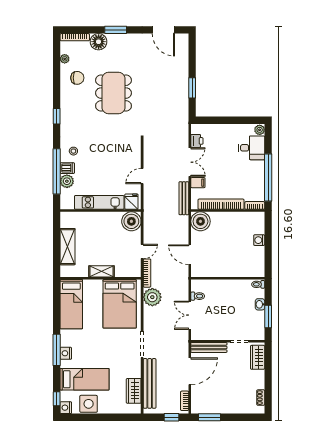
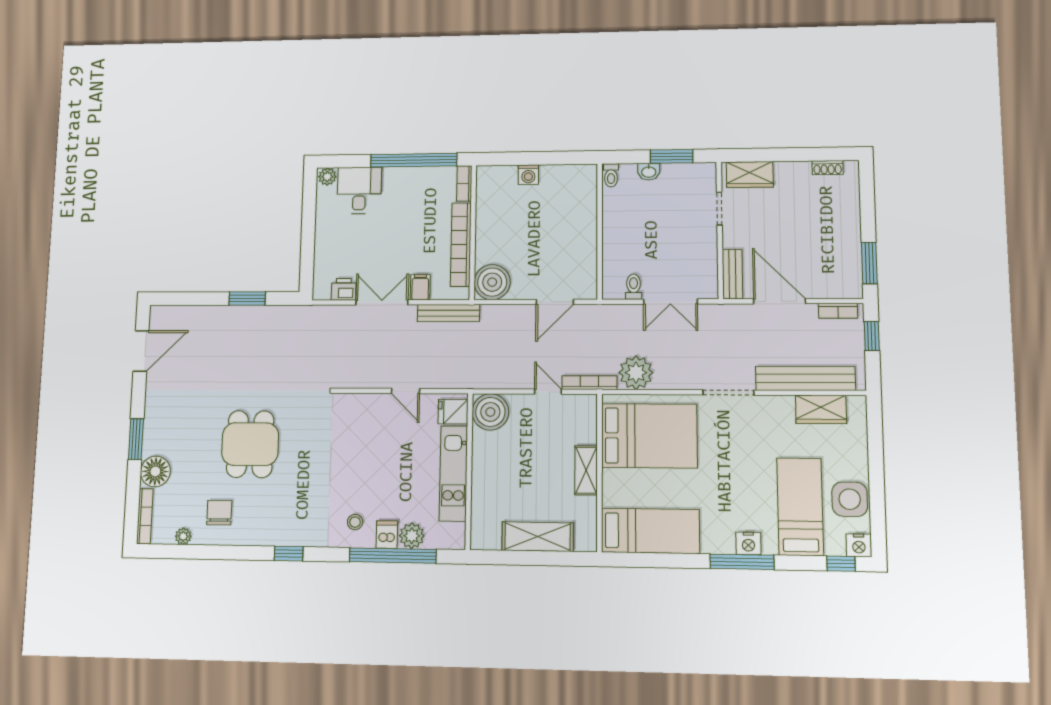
dining table: (114, 93) -> (250, 444), width x0.73
bench: (209, 347) -> (732, 274), width x0.73

